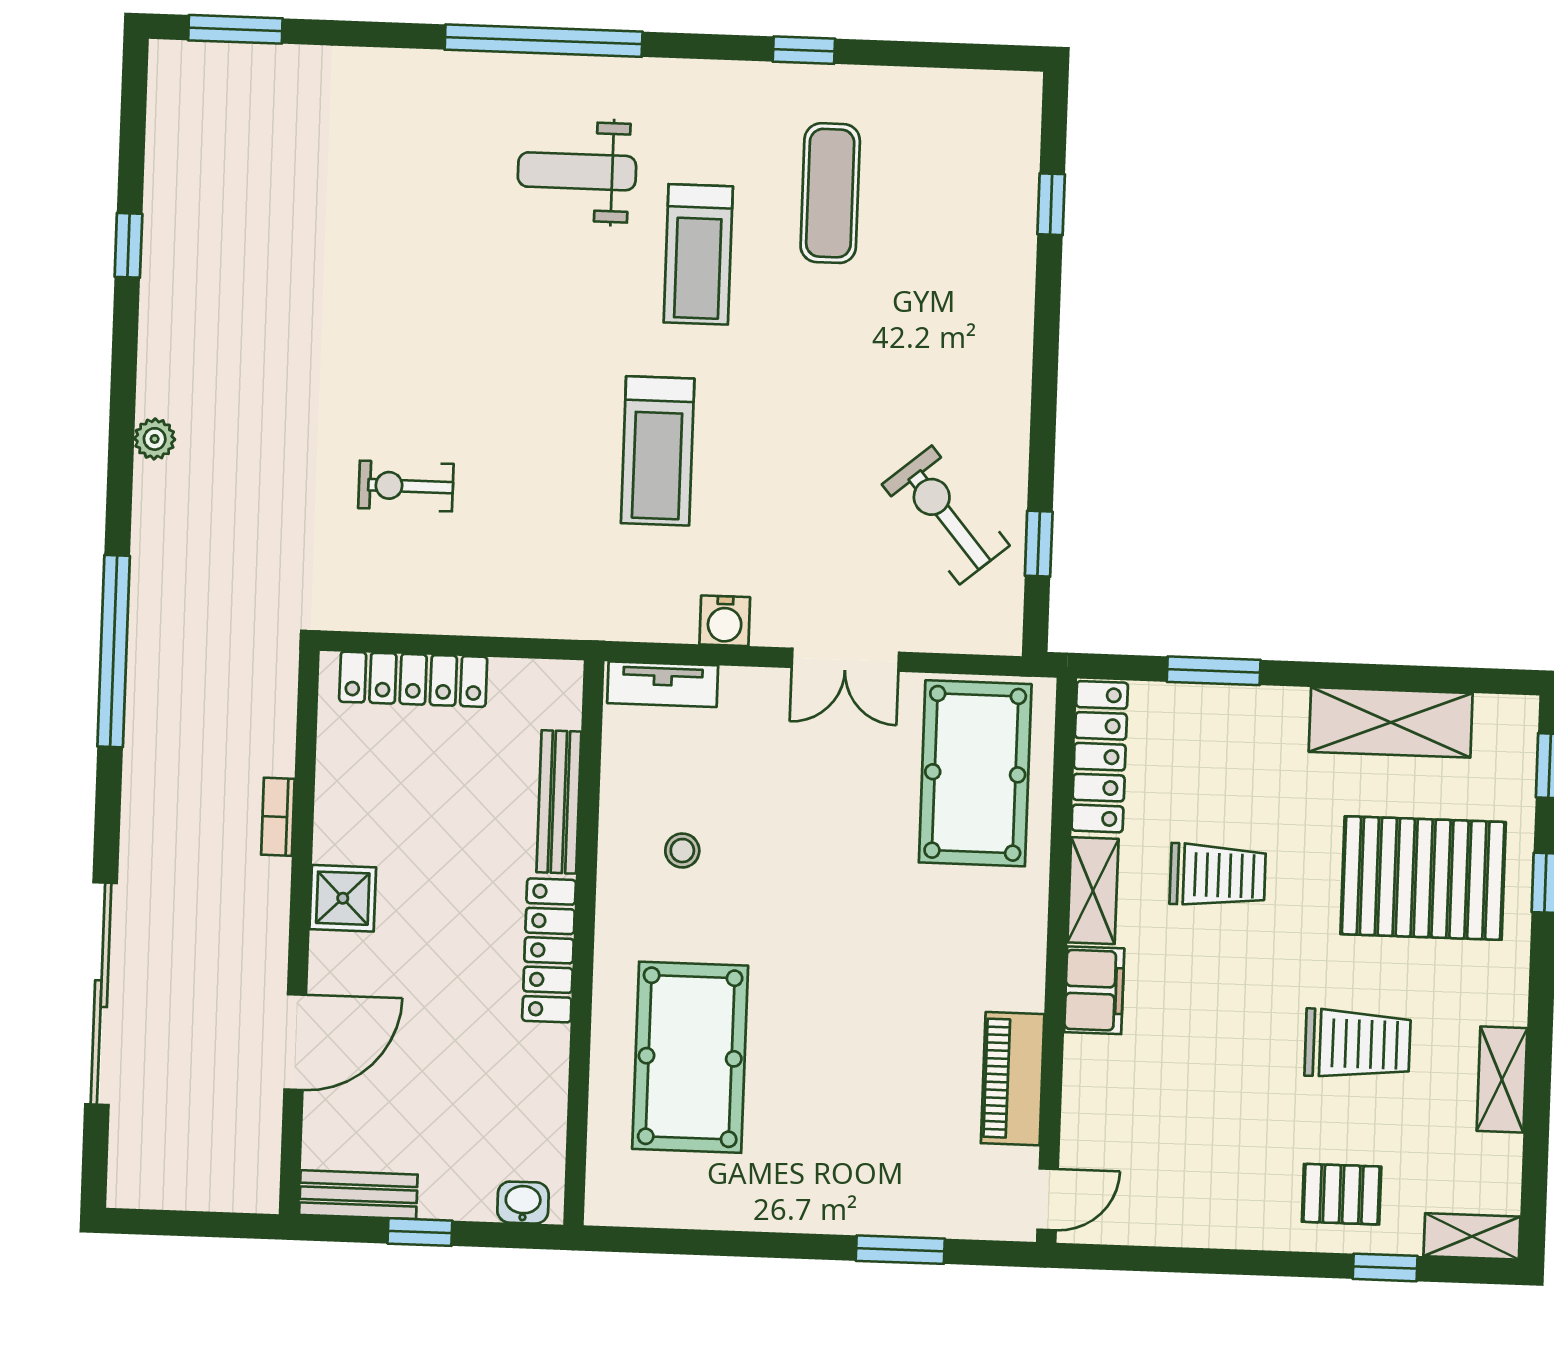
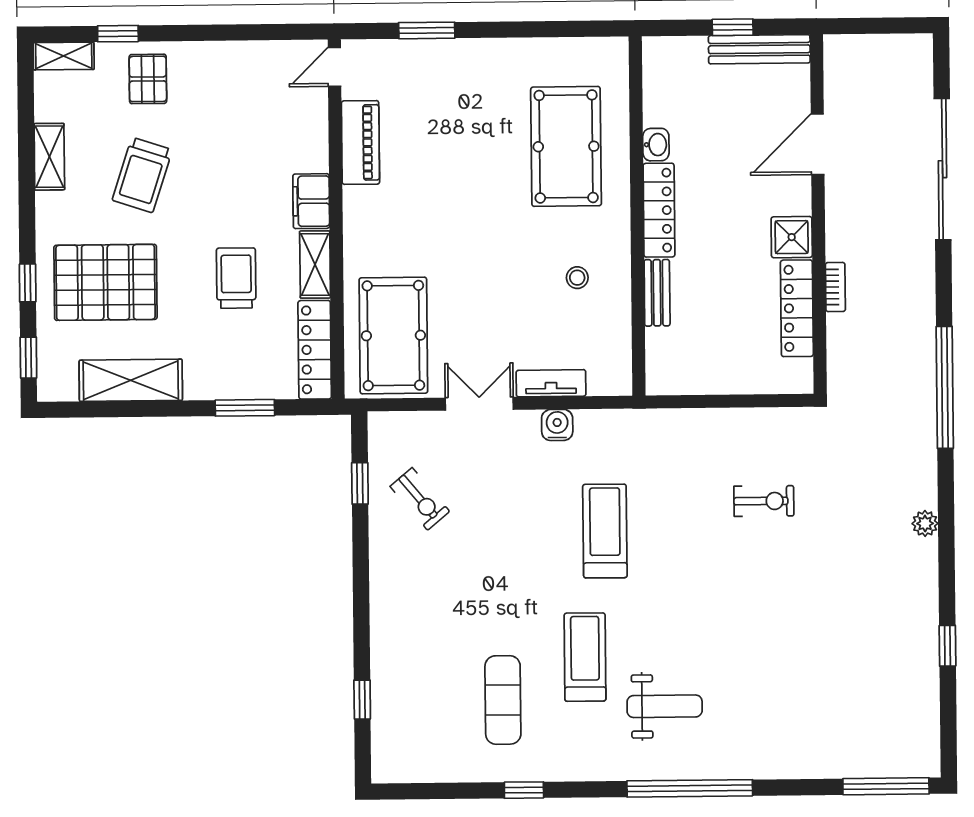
window: (235, 29) -> (886, 786), width x1.44
exercise bike: (946, 515) -> (420, 499), width x0.73, depth x0.72
locker: (413, 679) -> (797, 308), moved, turned -90
tv unit: (663, 684) -> (551, 383), moved
bench: (559, 802) -> (657, 293), width x0.73
trolley: (1218, 875) -> (236, 278), turned 90
trolley: (1358, 1044) -> (142, 175), turned -72
pallet: (1342, 1194) -> (148, 79), turned 90
bench: (358, 1195) -> (759, 49), width x1.36
washbasin: (523, 1203) -> (656, 145), moved, turned -90

